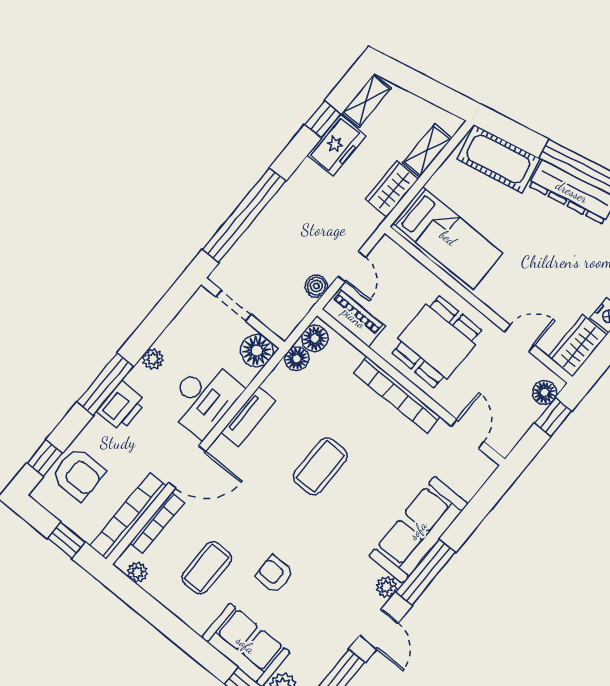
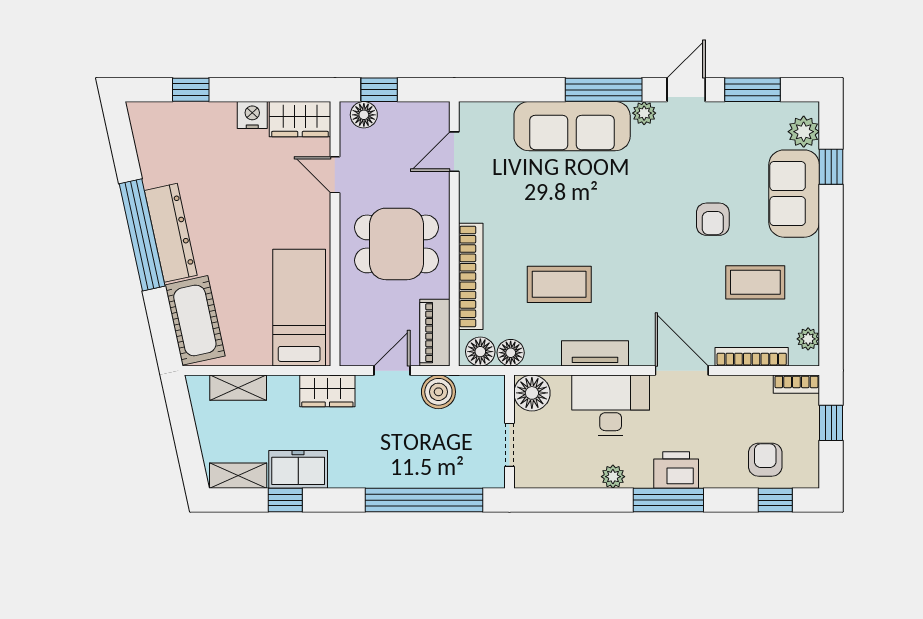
wardrobe: (392, 189) -> (327, 391), moved
boiler: (316, 286) -> (438, 392), width x1.36, depth x1.36
bookcase: (397, 395) -> (471, 276), moved
coffee table: (320, 466) -> (559, 284), moved
armchair: (78, 474) -> (765, 460), width x0.72, depth x0.72
bookcase: (128, 516) -> (796, 384), width x0.43, depth x0.76

